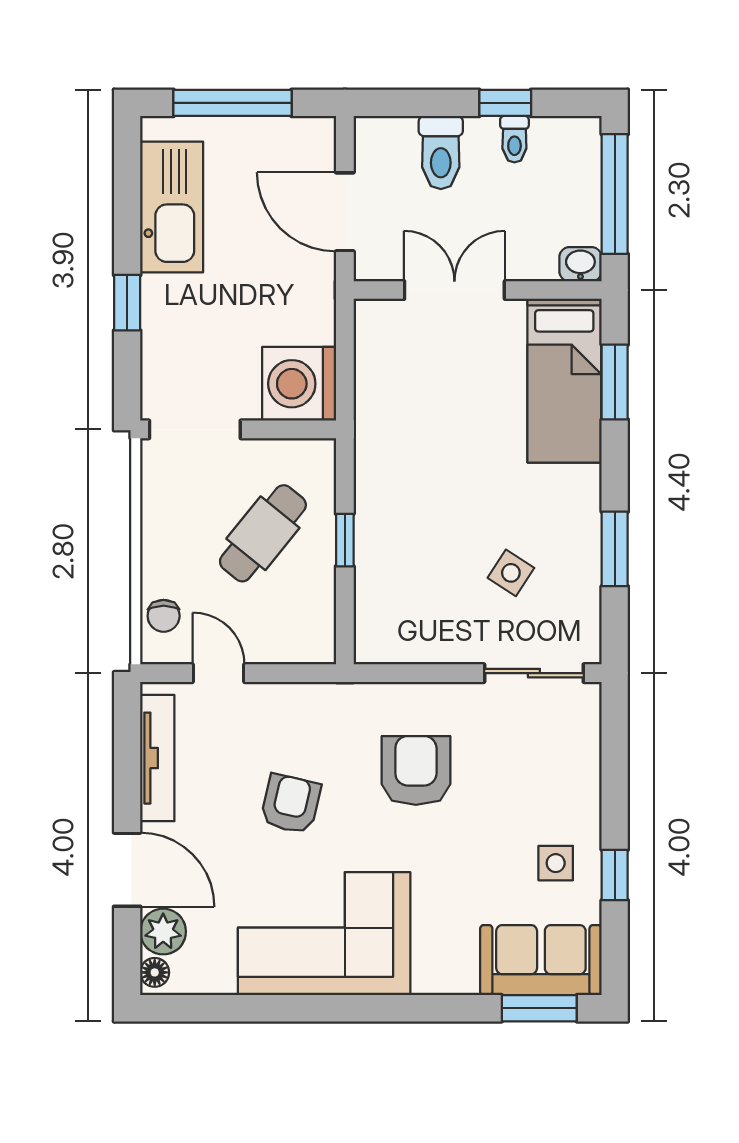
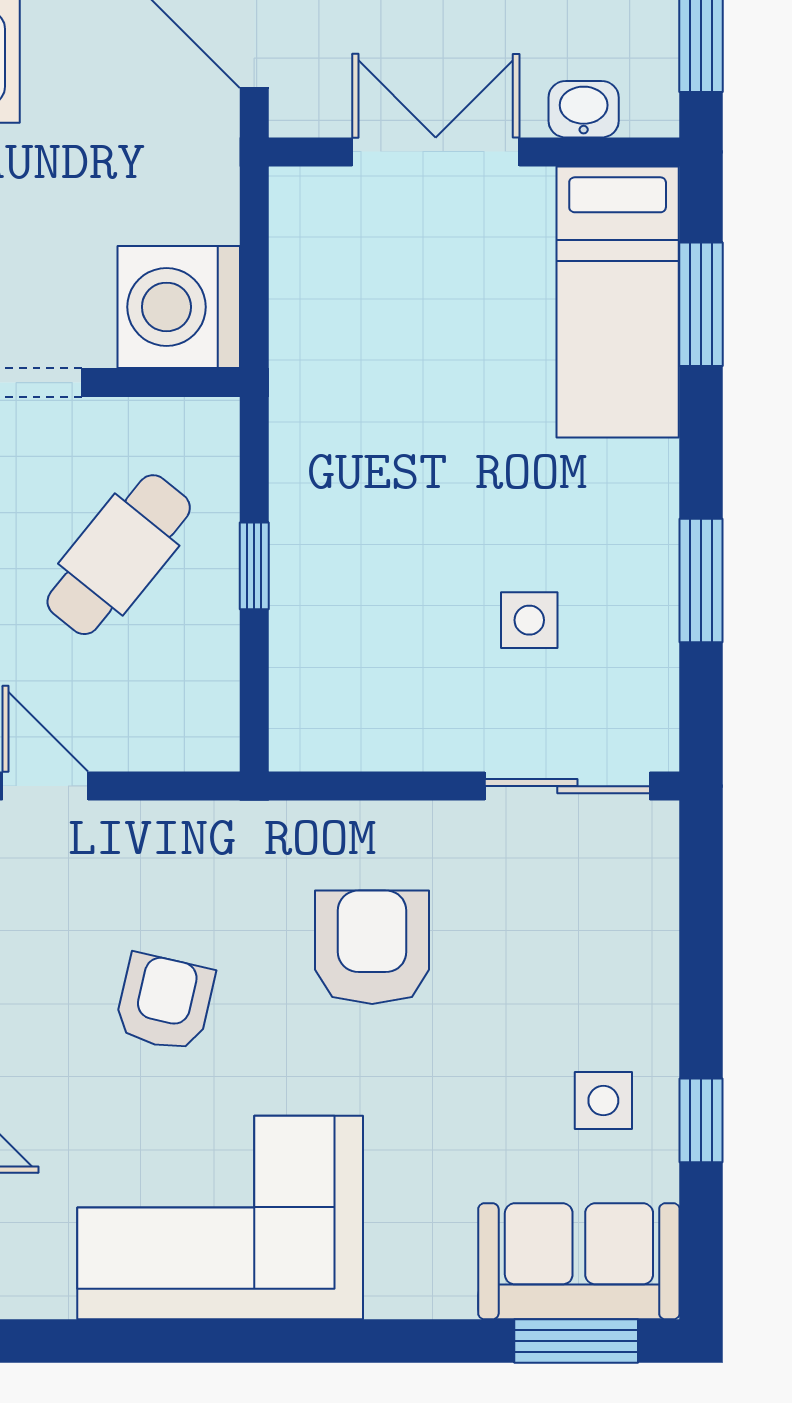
washbasin: (580, 264) -> (584, 109), moved
side table: (511, 573) -> (529, 620), turned -33

